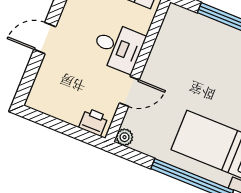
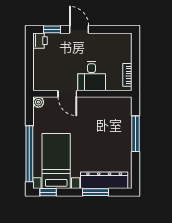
window: (29, 76) -> (52, 29), added
printer: (93, 122) -> (40, 41), moved

